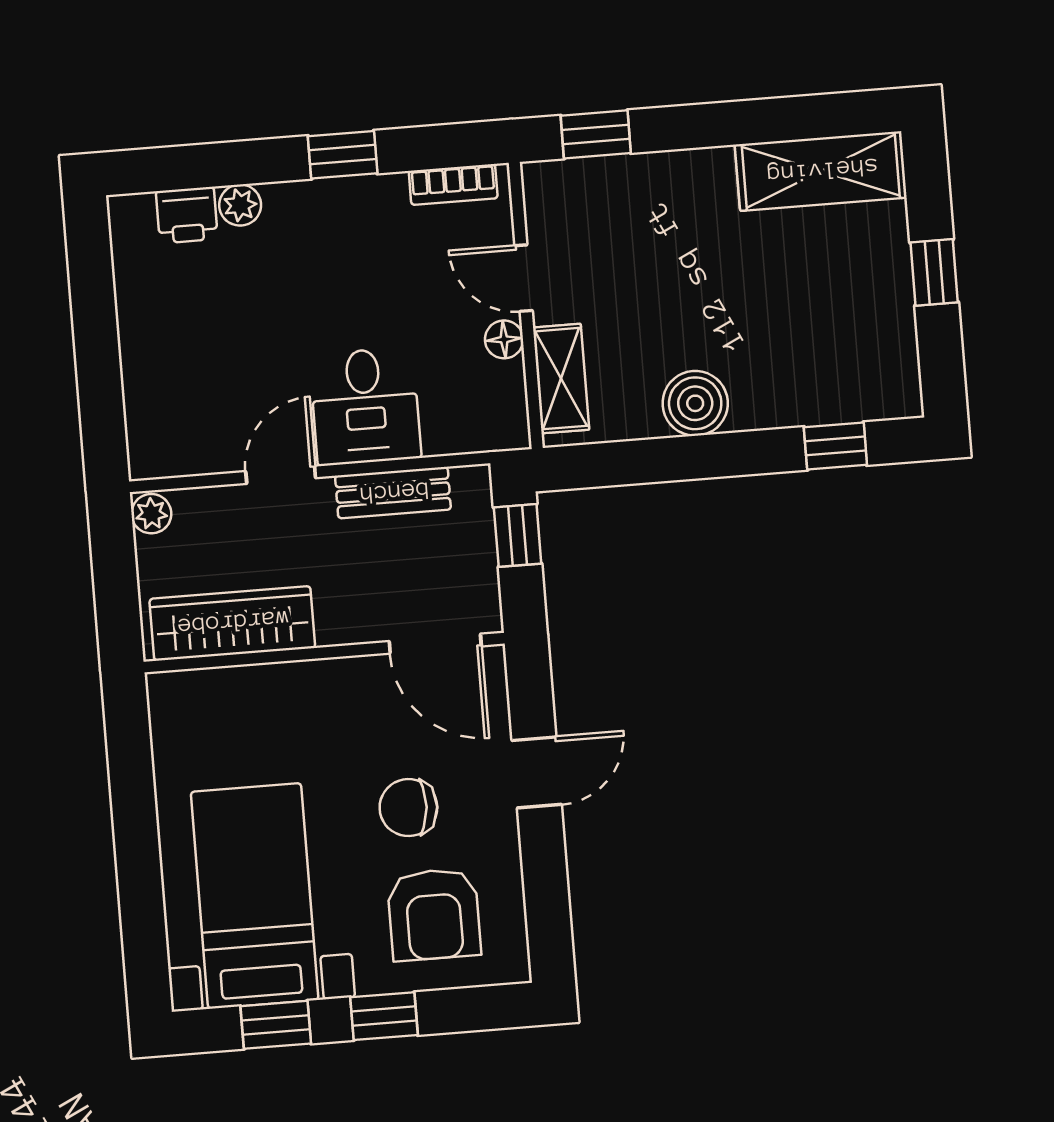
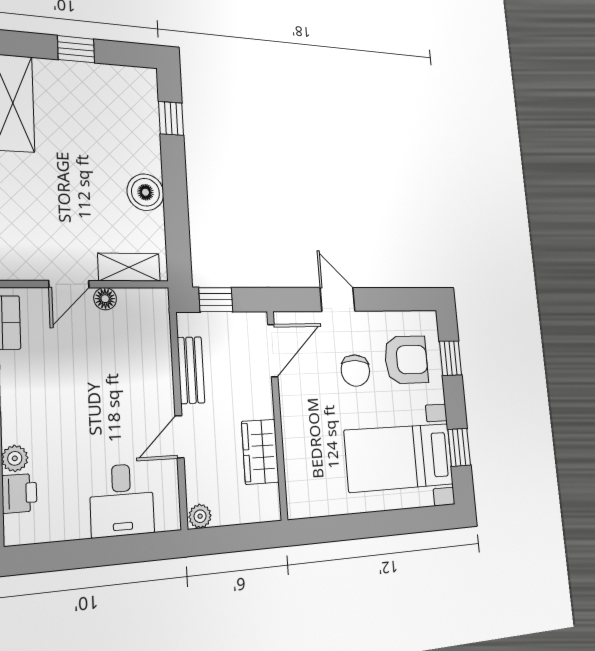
desk: (365, 406) -> (122, 500), moved, turned 90
door: (281, 475) -> (179, 437), hinge flipped
wardrobe: (232, 623) -> (260, 452), width x0.67
window: (384, 1016) -> (450, 358), moved

